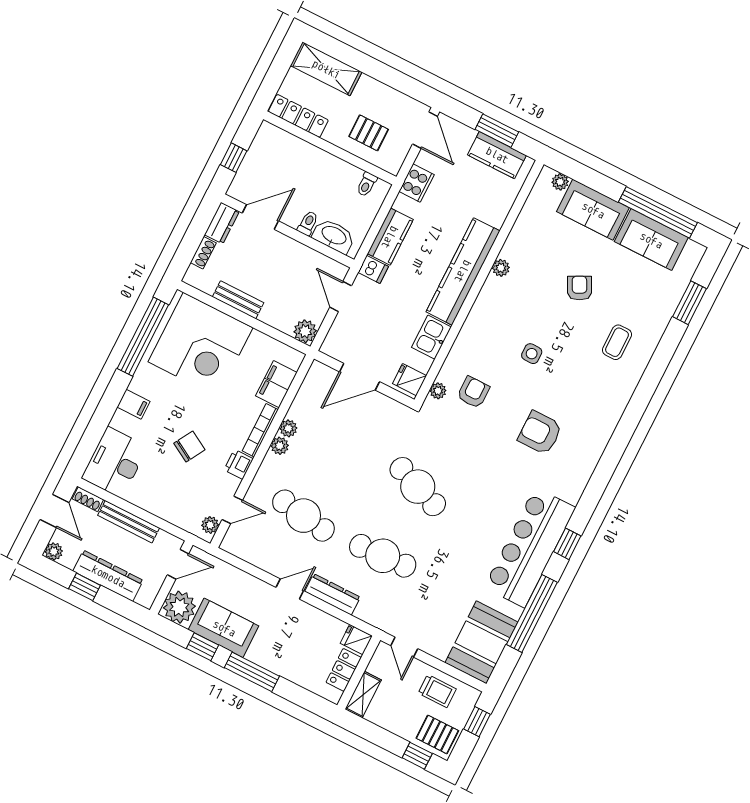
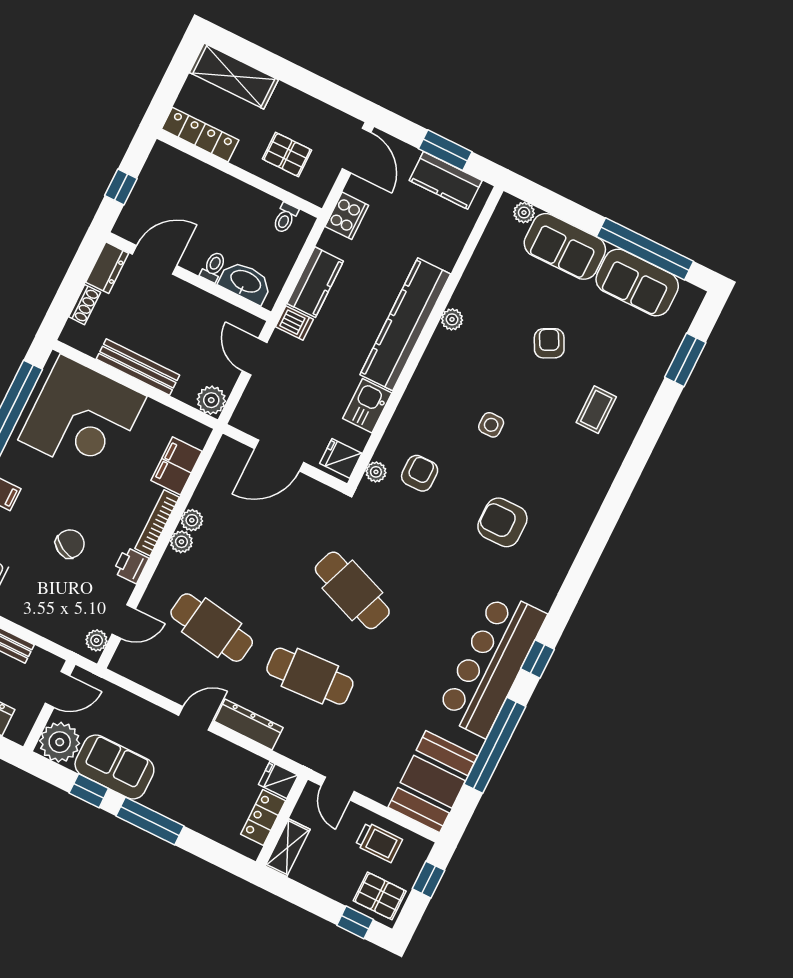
bench: (238, 300) -> (138, 367), width x1.36

